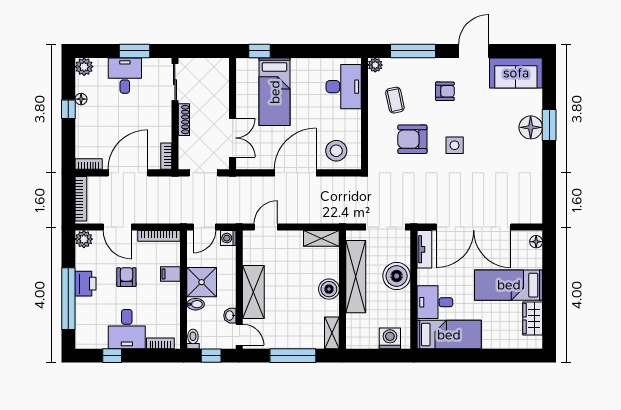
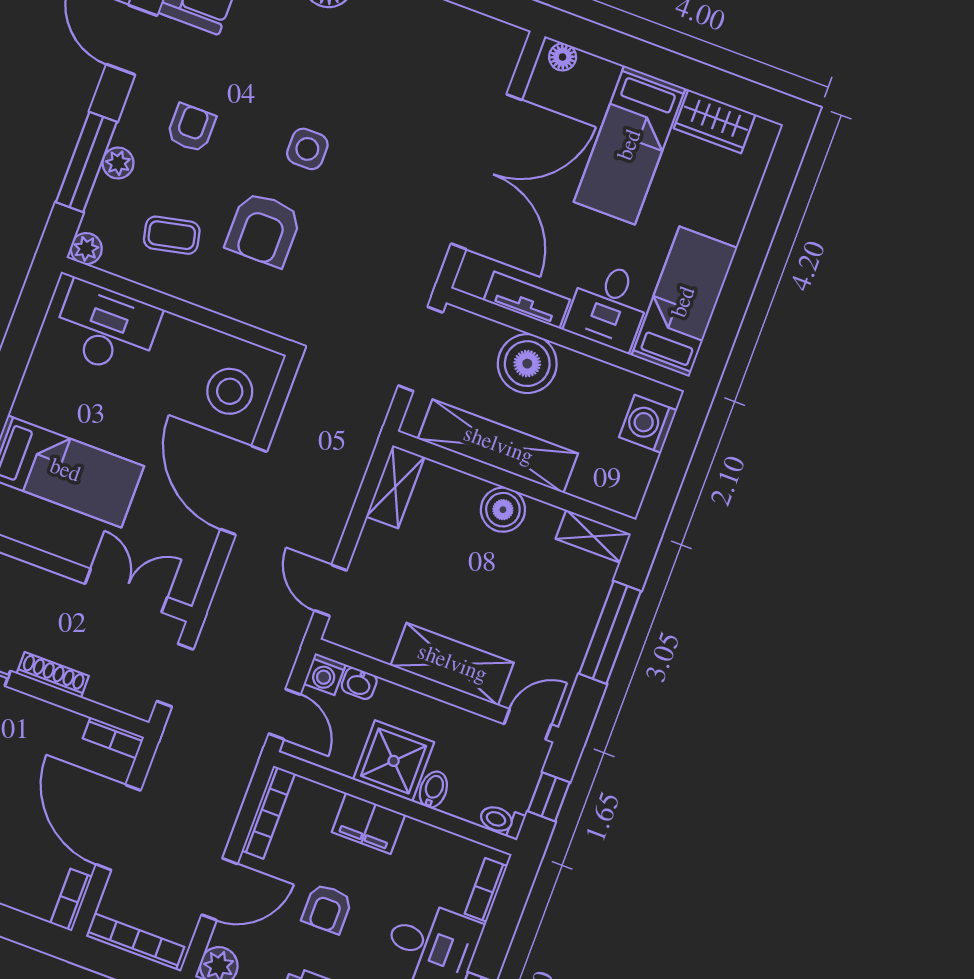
plant: (418, 65) -> (118, 163), added
tv unit: (424, 249) -> (527, 300), moved
filing cabinet: (170, 274) -> (368, 823), width x2.00
armchair: (126, 277) -> (327, 909), turned -90
washbasin: (230, 316) -> (359, 683), moved

